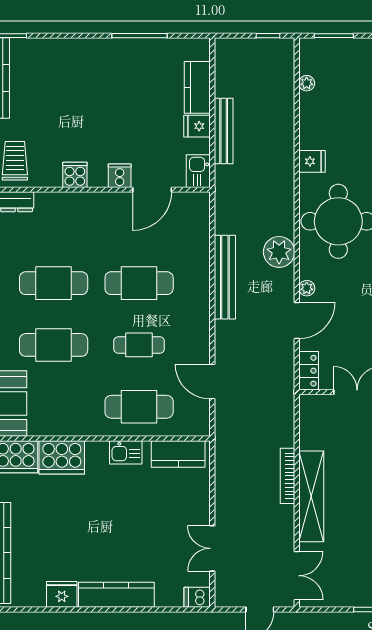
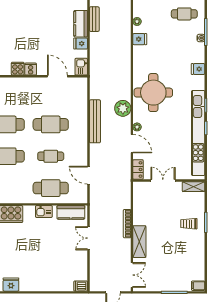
bench: (224, 131) -> (94, 19), moved, width x0.73
fridge: (312, 161) -> (140, 39), moved
cooker: (120, 176) -> (31, 69), moved
door: (152, 190) -> (57, 76), swing flipped
door: (297, 321) -> (132, 144), hinge flipped
shelving: (311, 496) -> (139, 242), width x0.68
double door: (212, 548) -> (88, 238), moved
kitchen counter: (116, 595) -> (39, 285), removed

